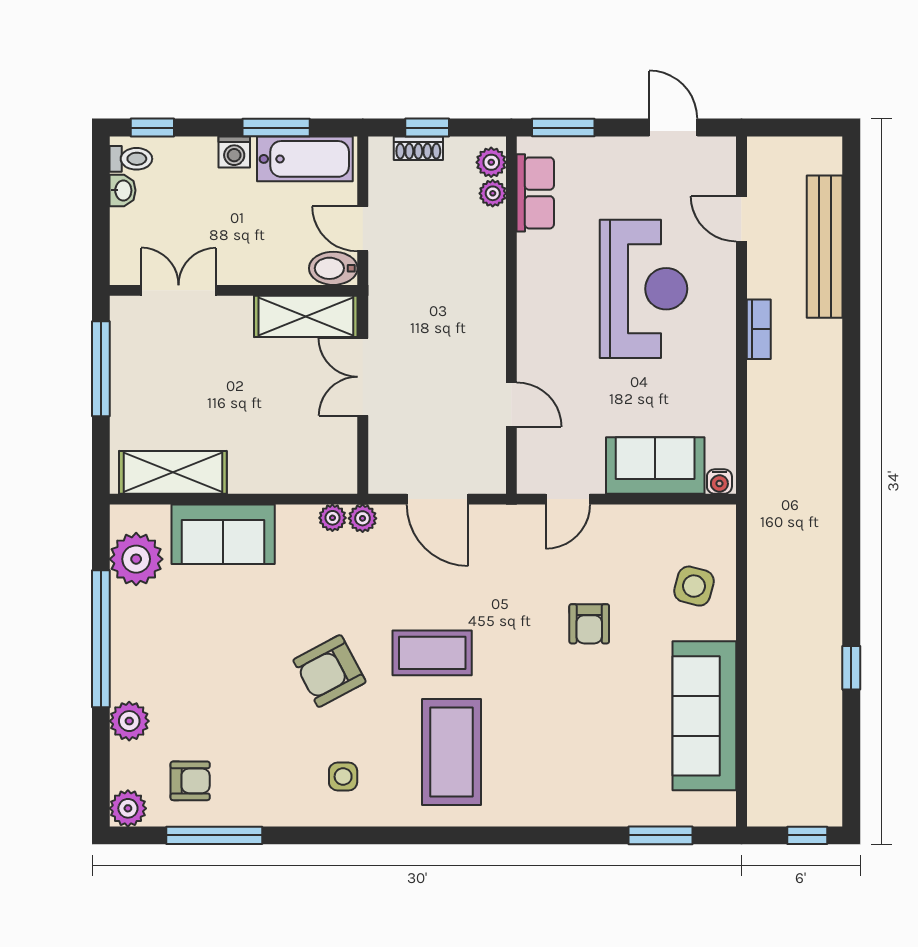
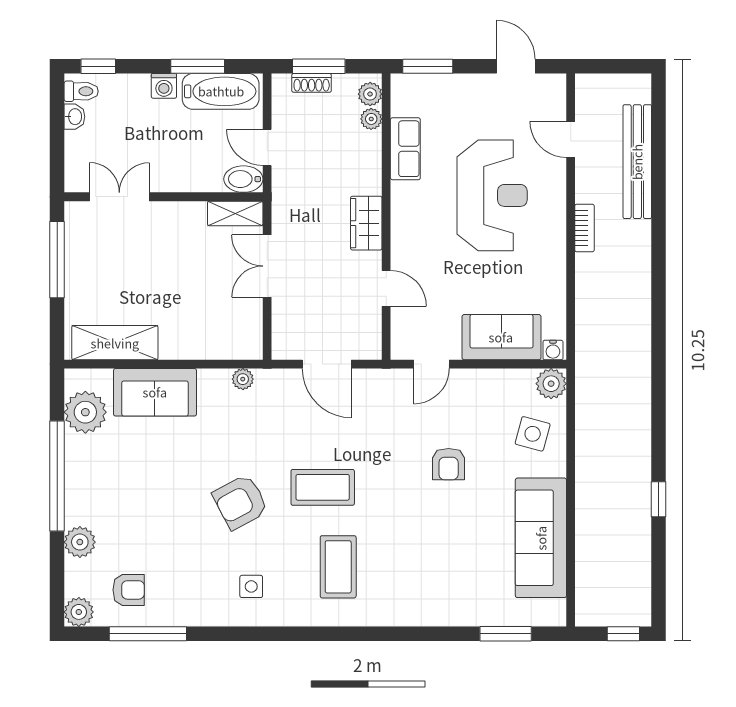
window: (427, 128) -> (319, 66), width x1.50
row of seats: (535, 193) -> (405, 149), moved
shelving: (306, 316) -> (235, 213), width x0.67, depth x0.75
wardrobe: (487, 323) -> (366, 223), added
plant: (363, 518) -> (551, 384), moved, width x1.38, depth x1.38
coffee table: (451, 752) -> (338, 567), width x0.73, depth x0.76

